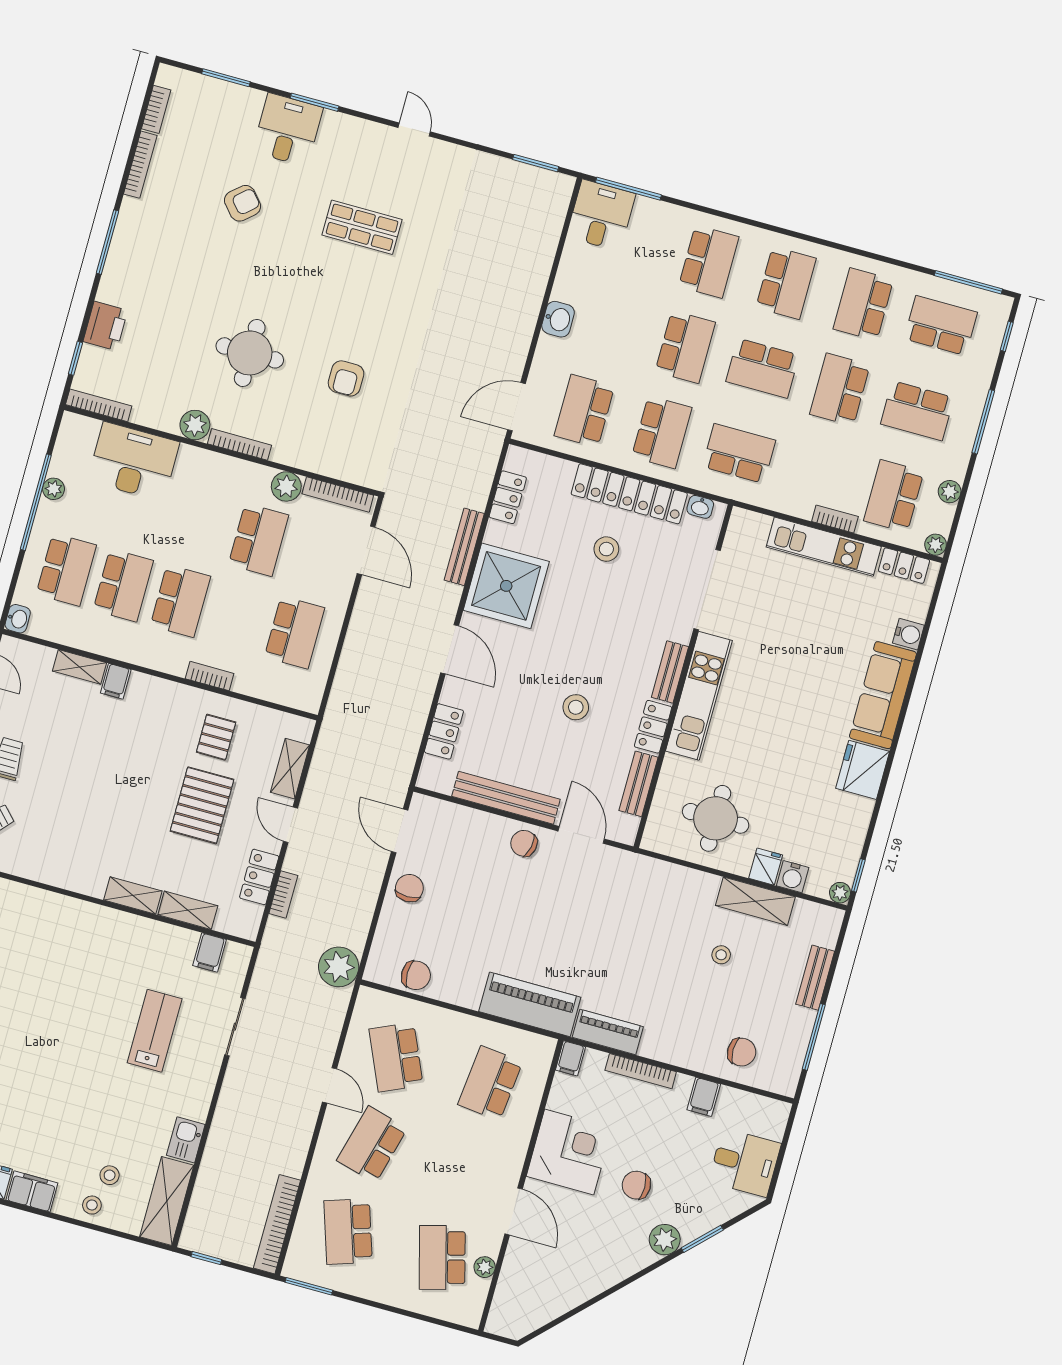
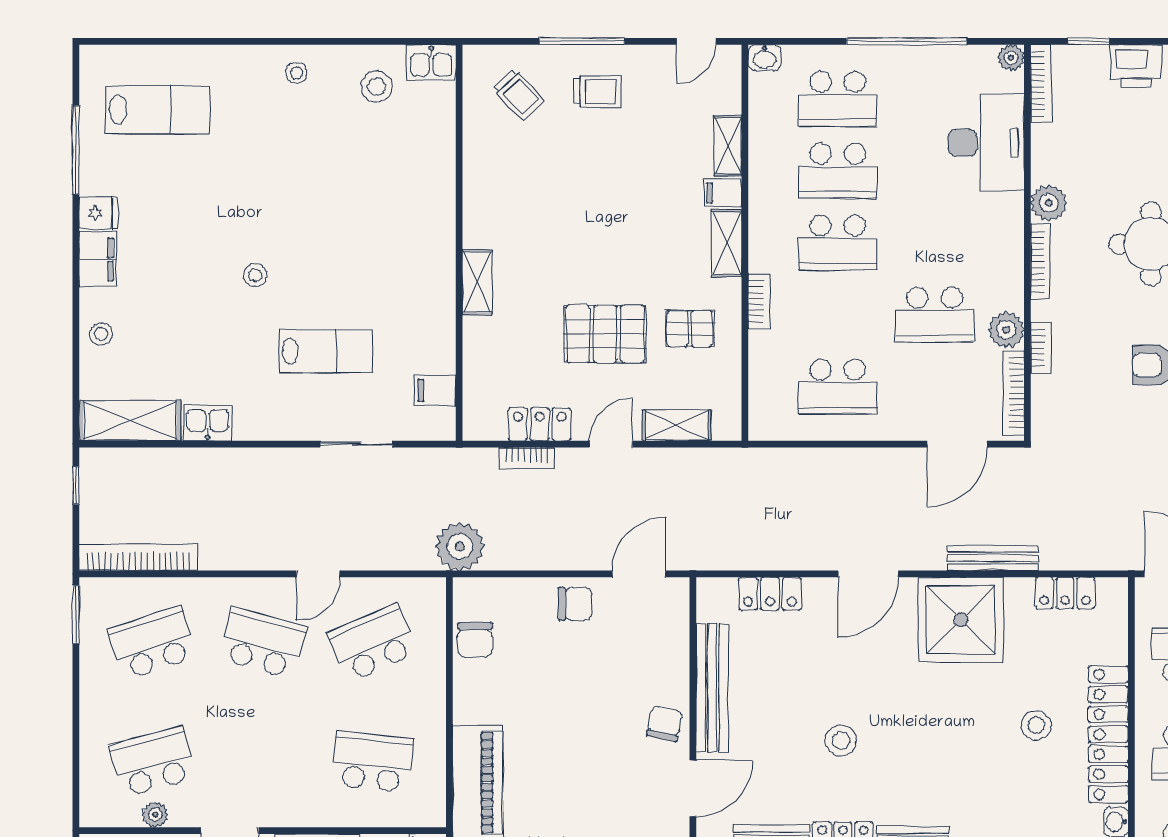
bookcase: (308, 463) -> (1041, 348), added
plant: (54, 489) -> (1011, 58), moved
shelving: (188, 910) -> (727, 243), moved
stool: (110, 1175) -> (255, 275), moved

